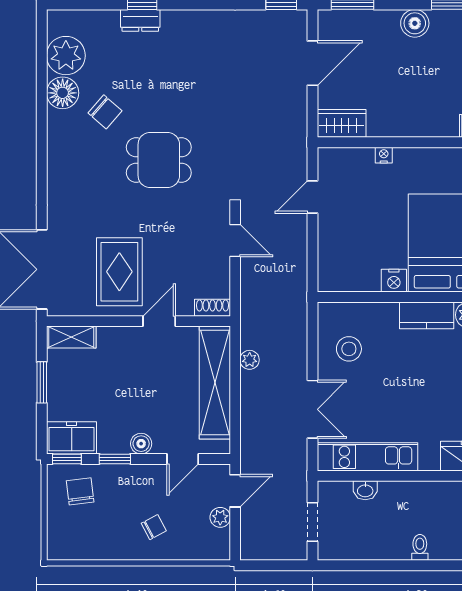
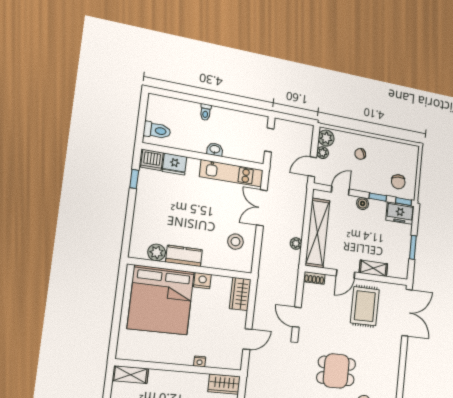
wardrobe: (332, 267) -> (240, 294), added
shelving: (71, 337) -> (373, 268), moved
washbasin: (365, 490) -> (215, 150), moved
plant: (217, 543) -> (326, 138), added

